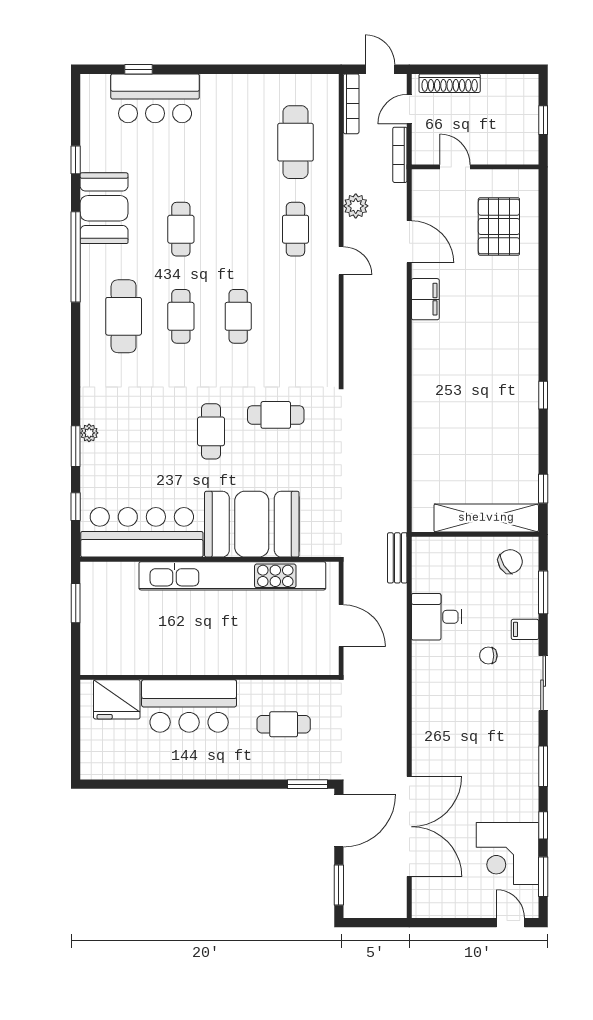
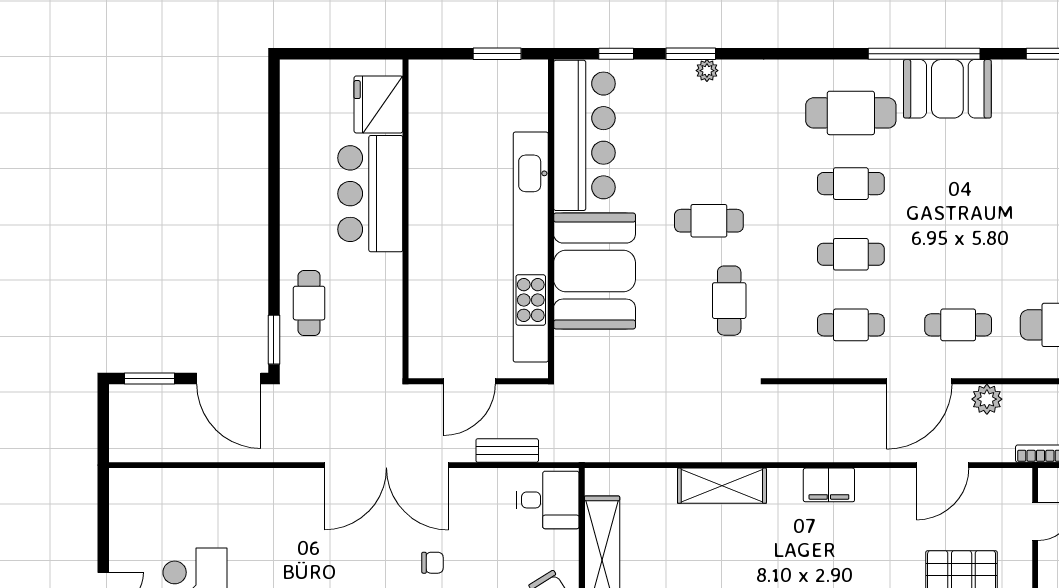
booth: (104, 208) -> (947, 89), moved
cafe table: (181, 229) -> (851, 325), moved
door: (341, 261) -> (919, 381), width x1.87
filing cabinet: (425, 299) -> (829, 485), moved
shelving: (426, 421) -> (722, 486), added
bench: (397, 558) -> (507, 450), moved
desk: (437, 617) -> (548, 500), moved, turned 90
chair: (488, 656) -> (433, 563), turned 90
cafe table: (284, 724) -> (309, 303), moved
double door: (409, 827) -> (386, 465), moved

